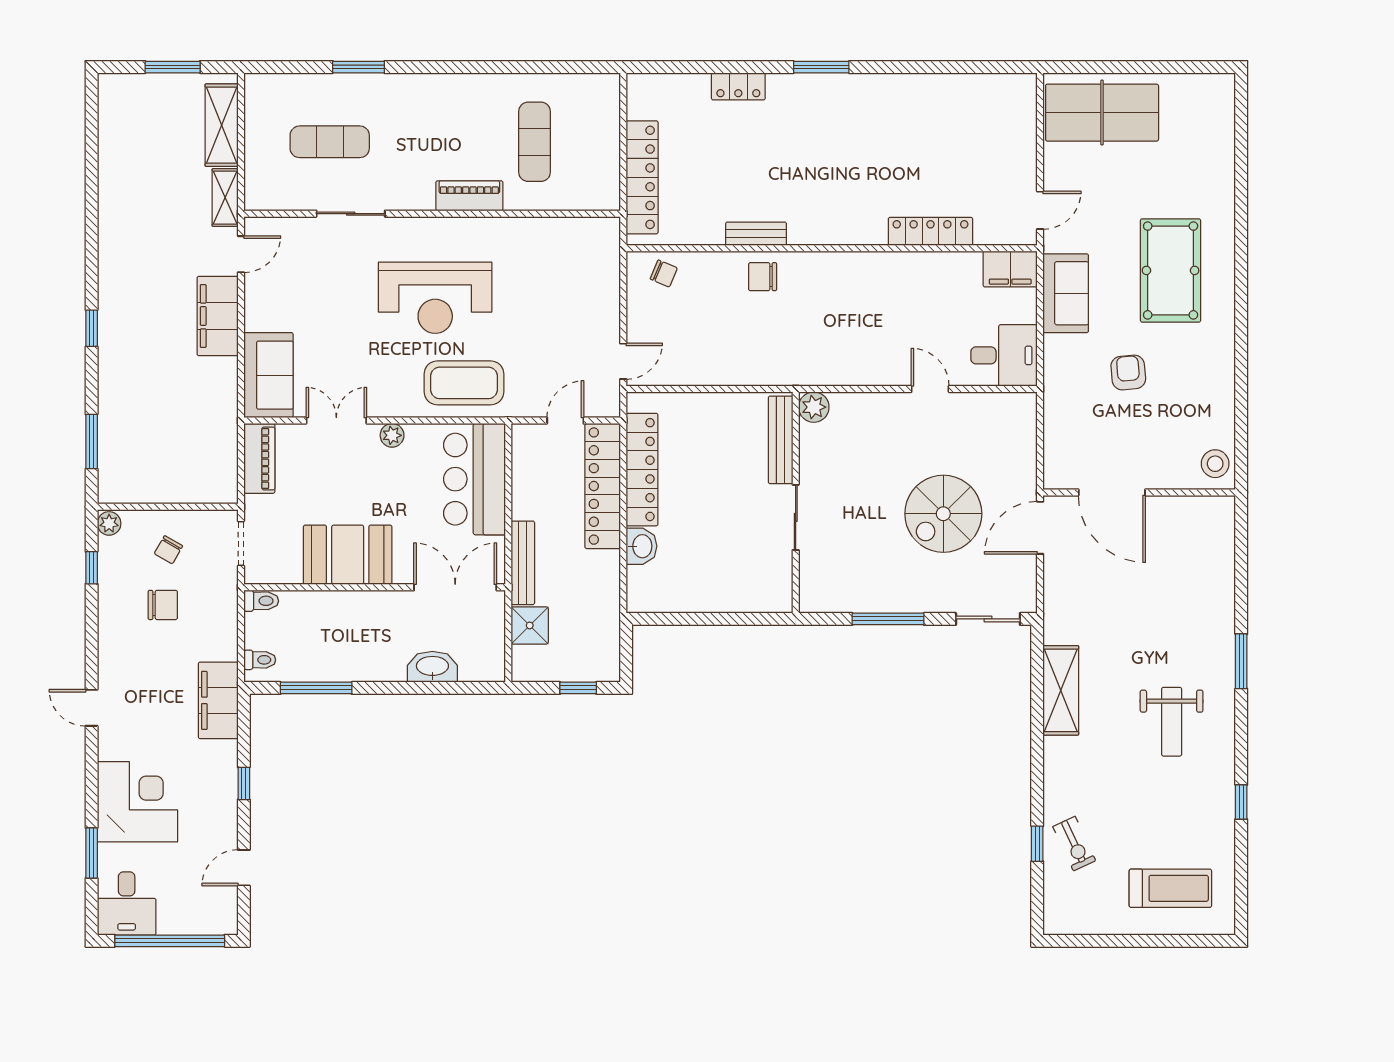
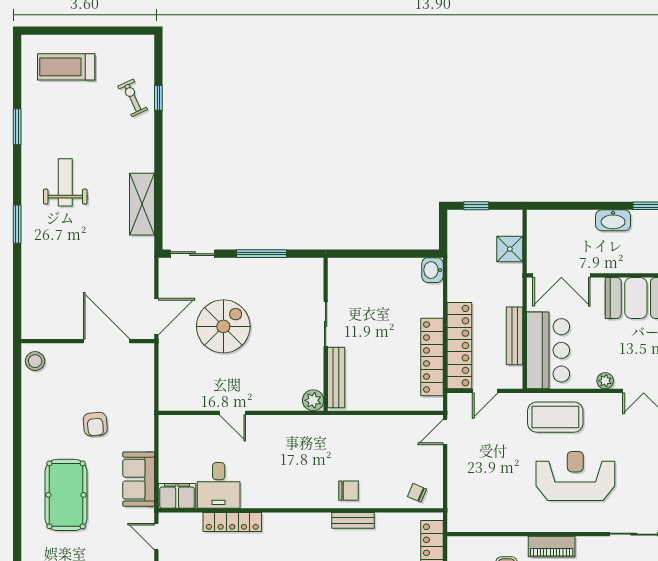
door: (1040, 210) -> (156, 537), hinge flipped
desk: (1004, 355) -> (219, 485), moved, turned -90
washbasin: (641, 546) -> (432, 270), moved
bench: (523, 563) -> (515, 336), moved
washbasin: (432, 667) -> (613, 220), moved
window: (1241, 802) -> (17, 127), width x1.50

